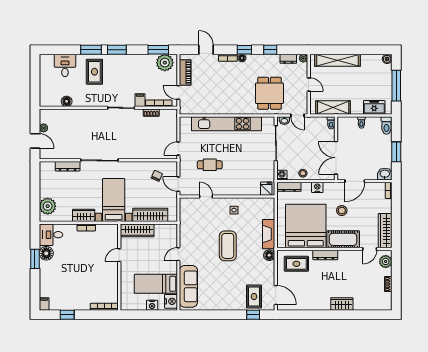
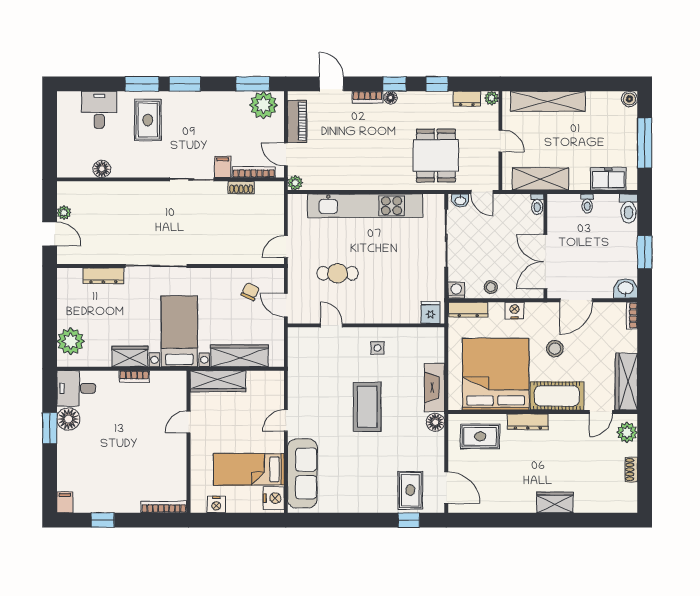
plant: (184, 110) -> (295, 183), added
nightstand: (152, 305) -> (216, 505), moved

